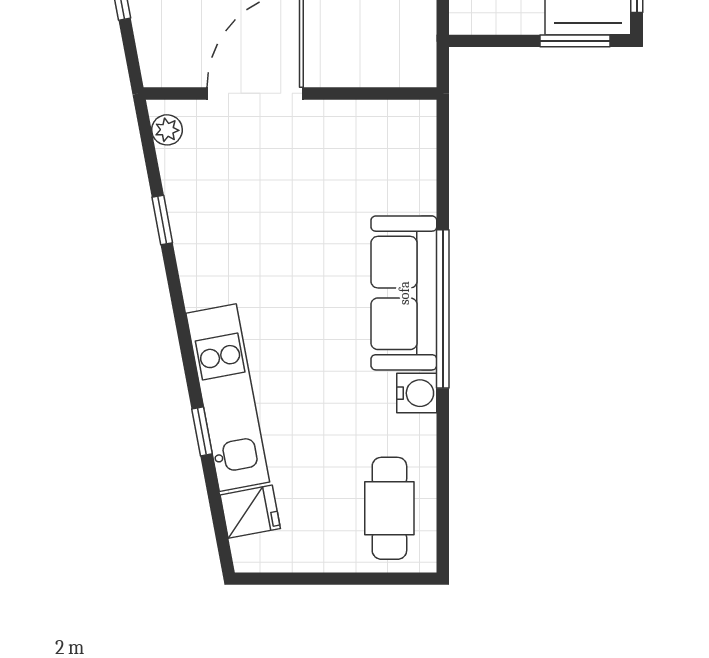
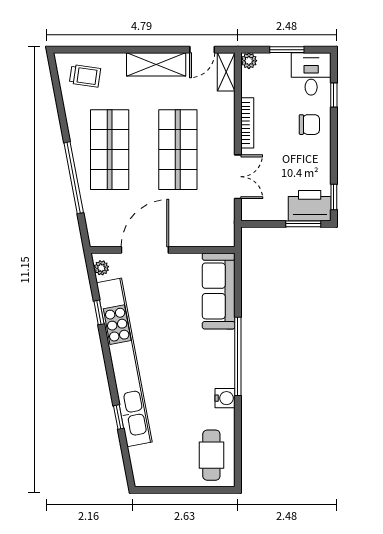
sofa: (404, 293) -> (219, 291), moved
kitchen unit: (228, 398) -> (124, 362), width x1.86
fridge: (250, 512) -> (142, 457), removed

